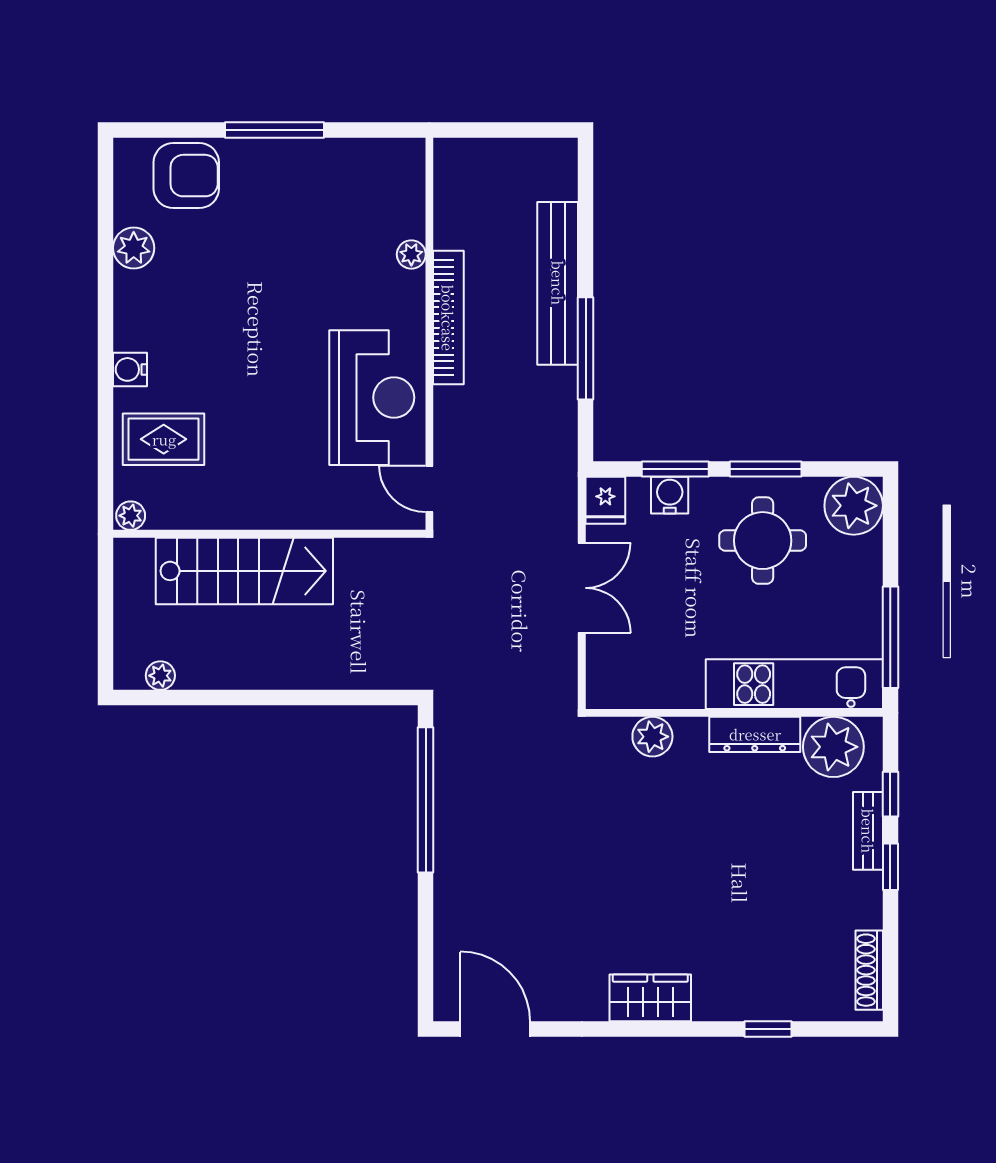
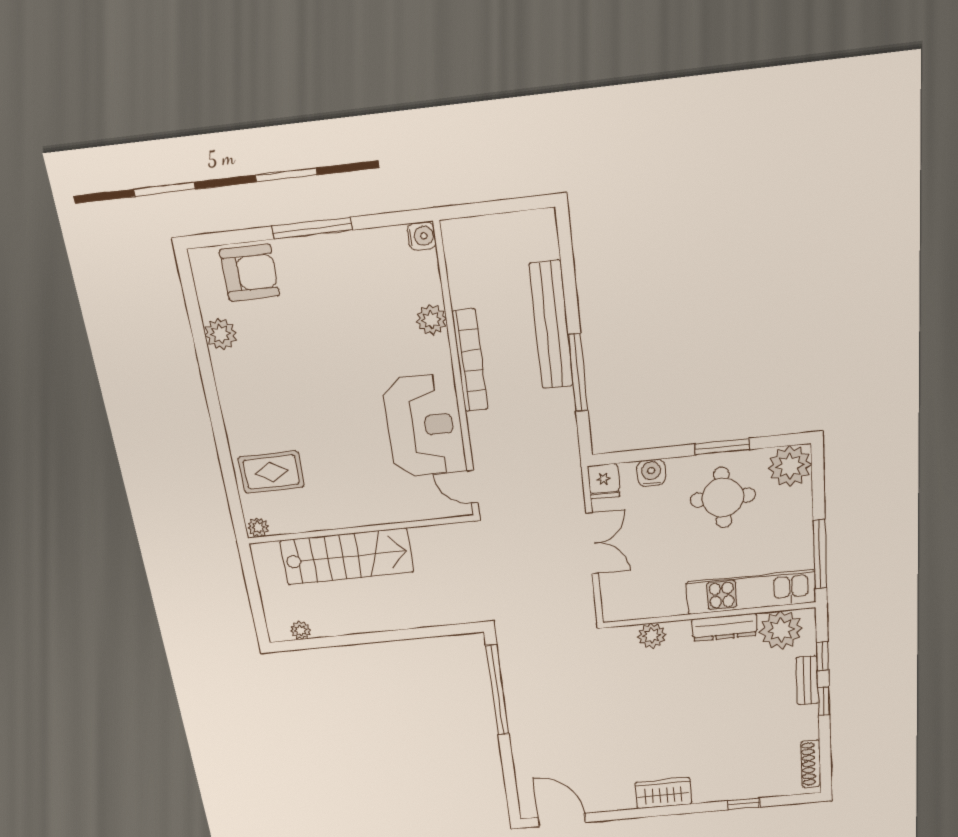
plant: (411, 254) -> (431, 320), width x1.38, depth x1.38
water cooler: (130, 369) -> (422, 236), moved, turned 180
window: (675, 469) -> (654, 454), removed

